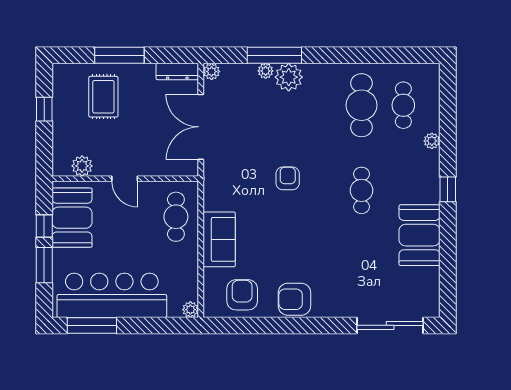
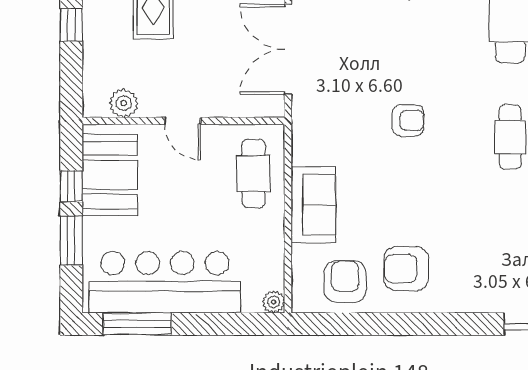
armchair: (288, 178) -> (408, 120), turned 90
armchair: (294, 299) -> (406, 269), moved

